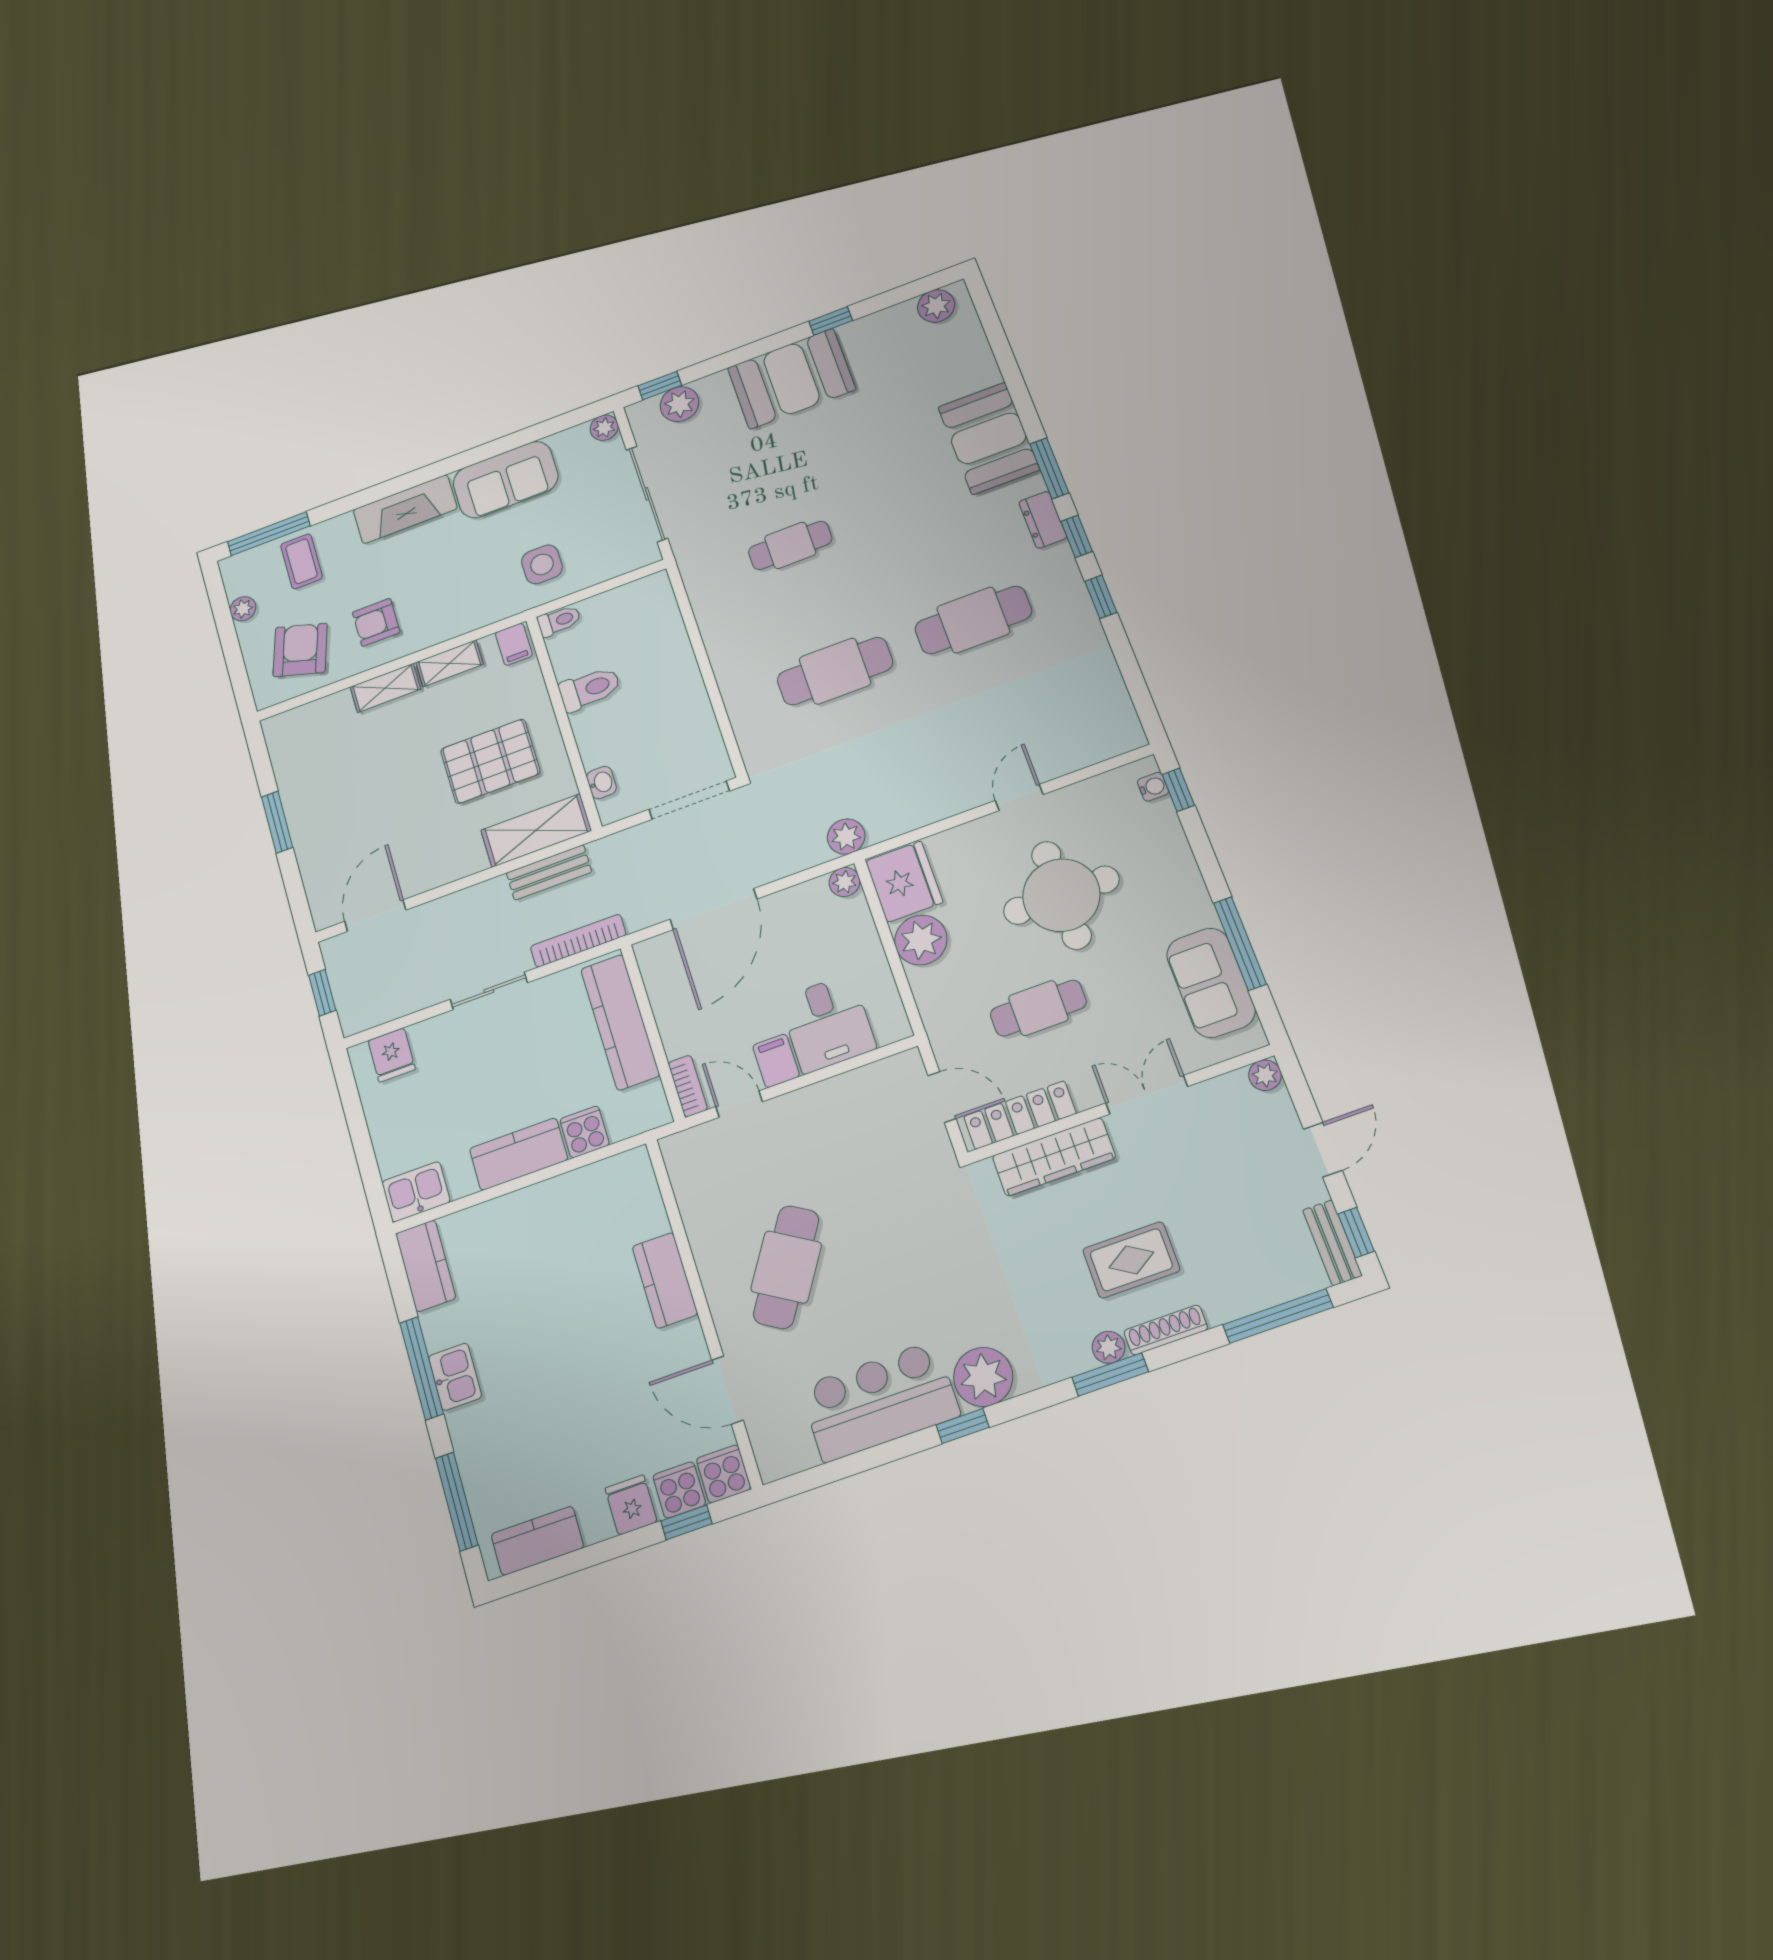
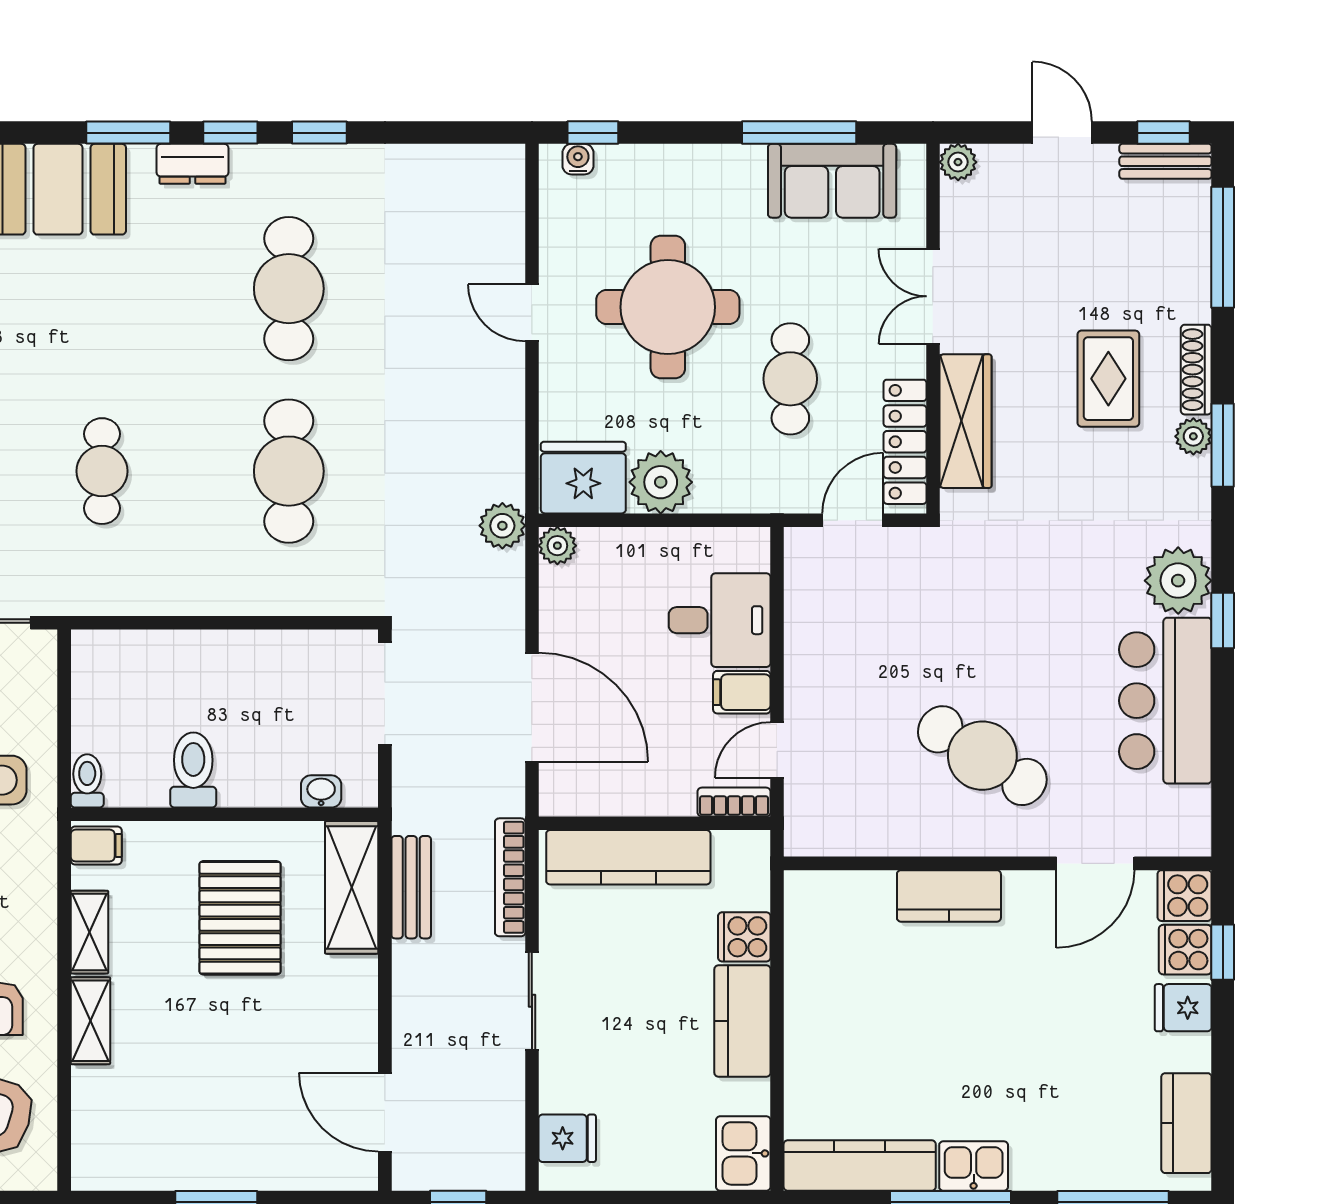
kitchen counter: (426, 1266) -> (860, 1165), width x1.50

